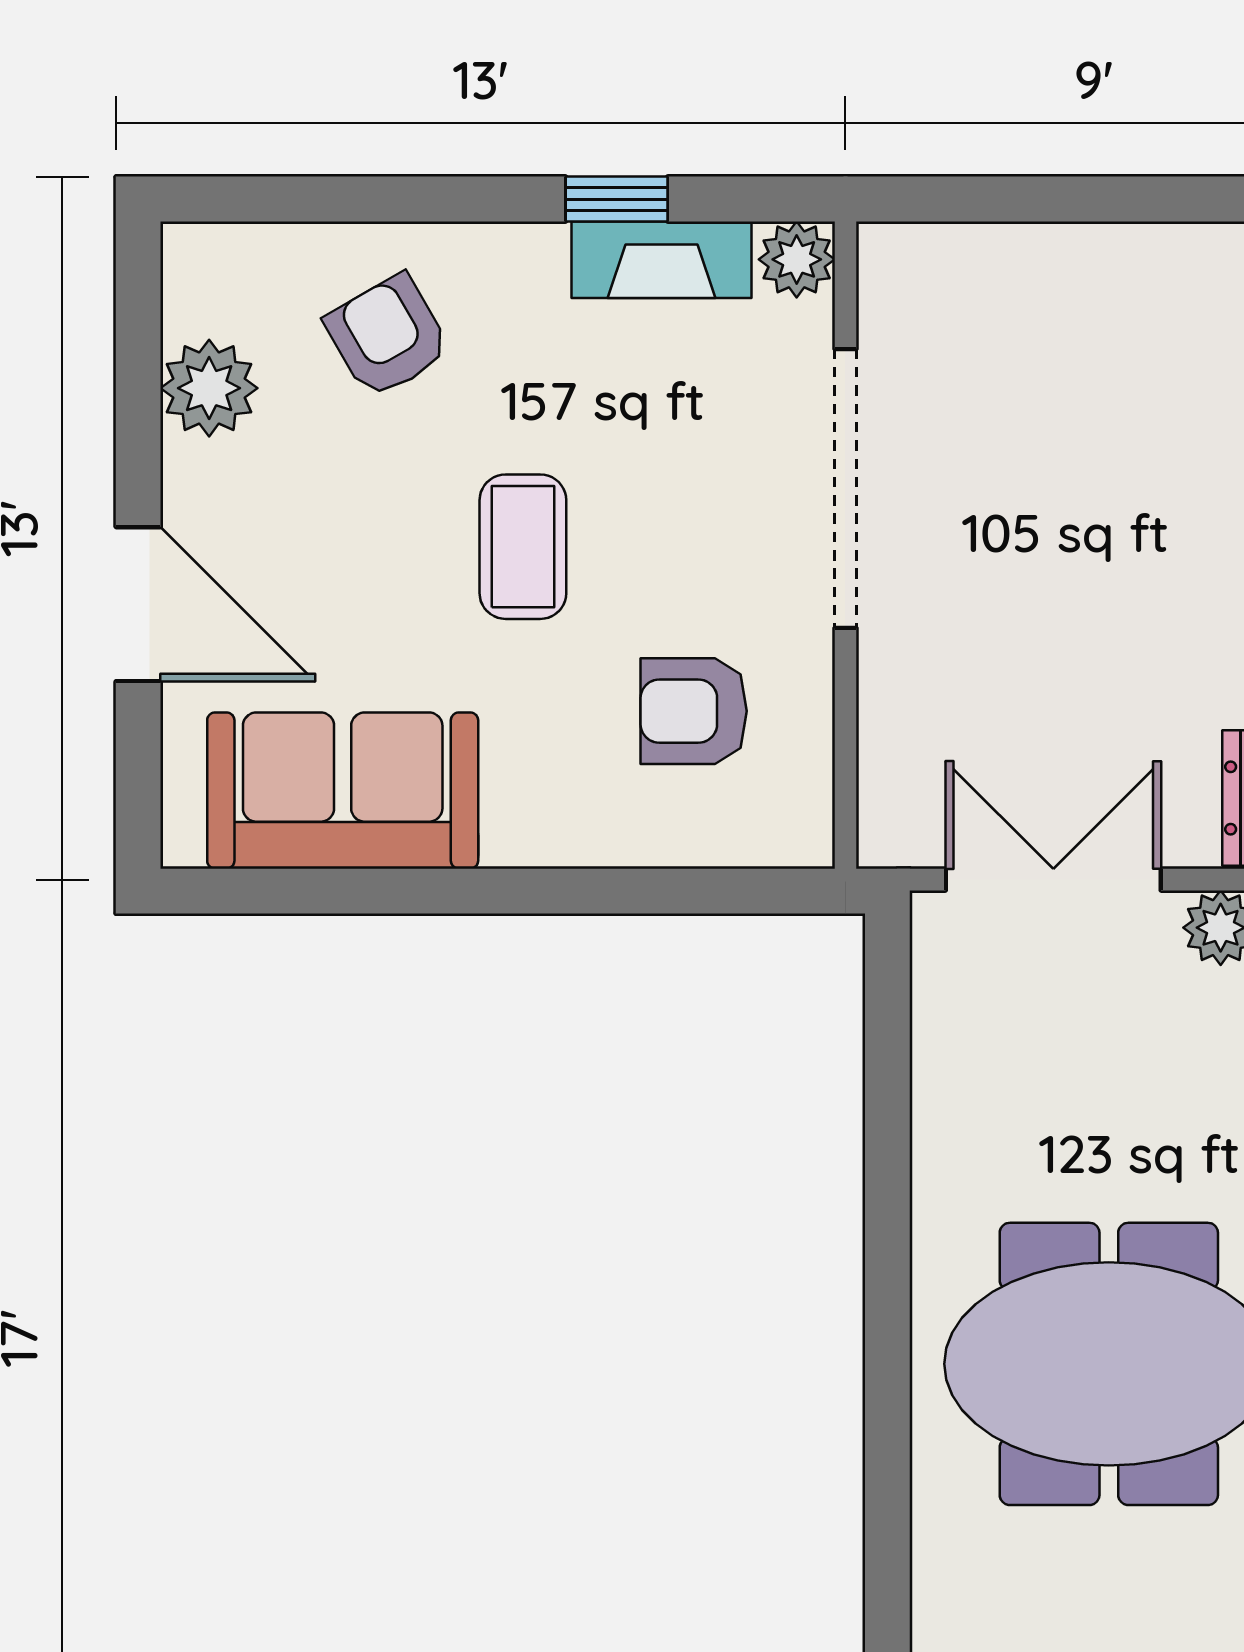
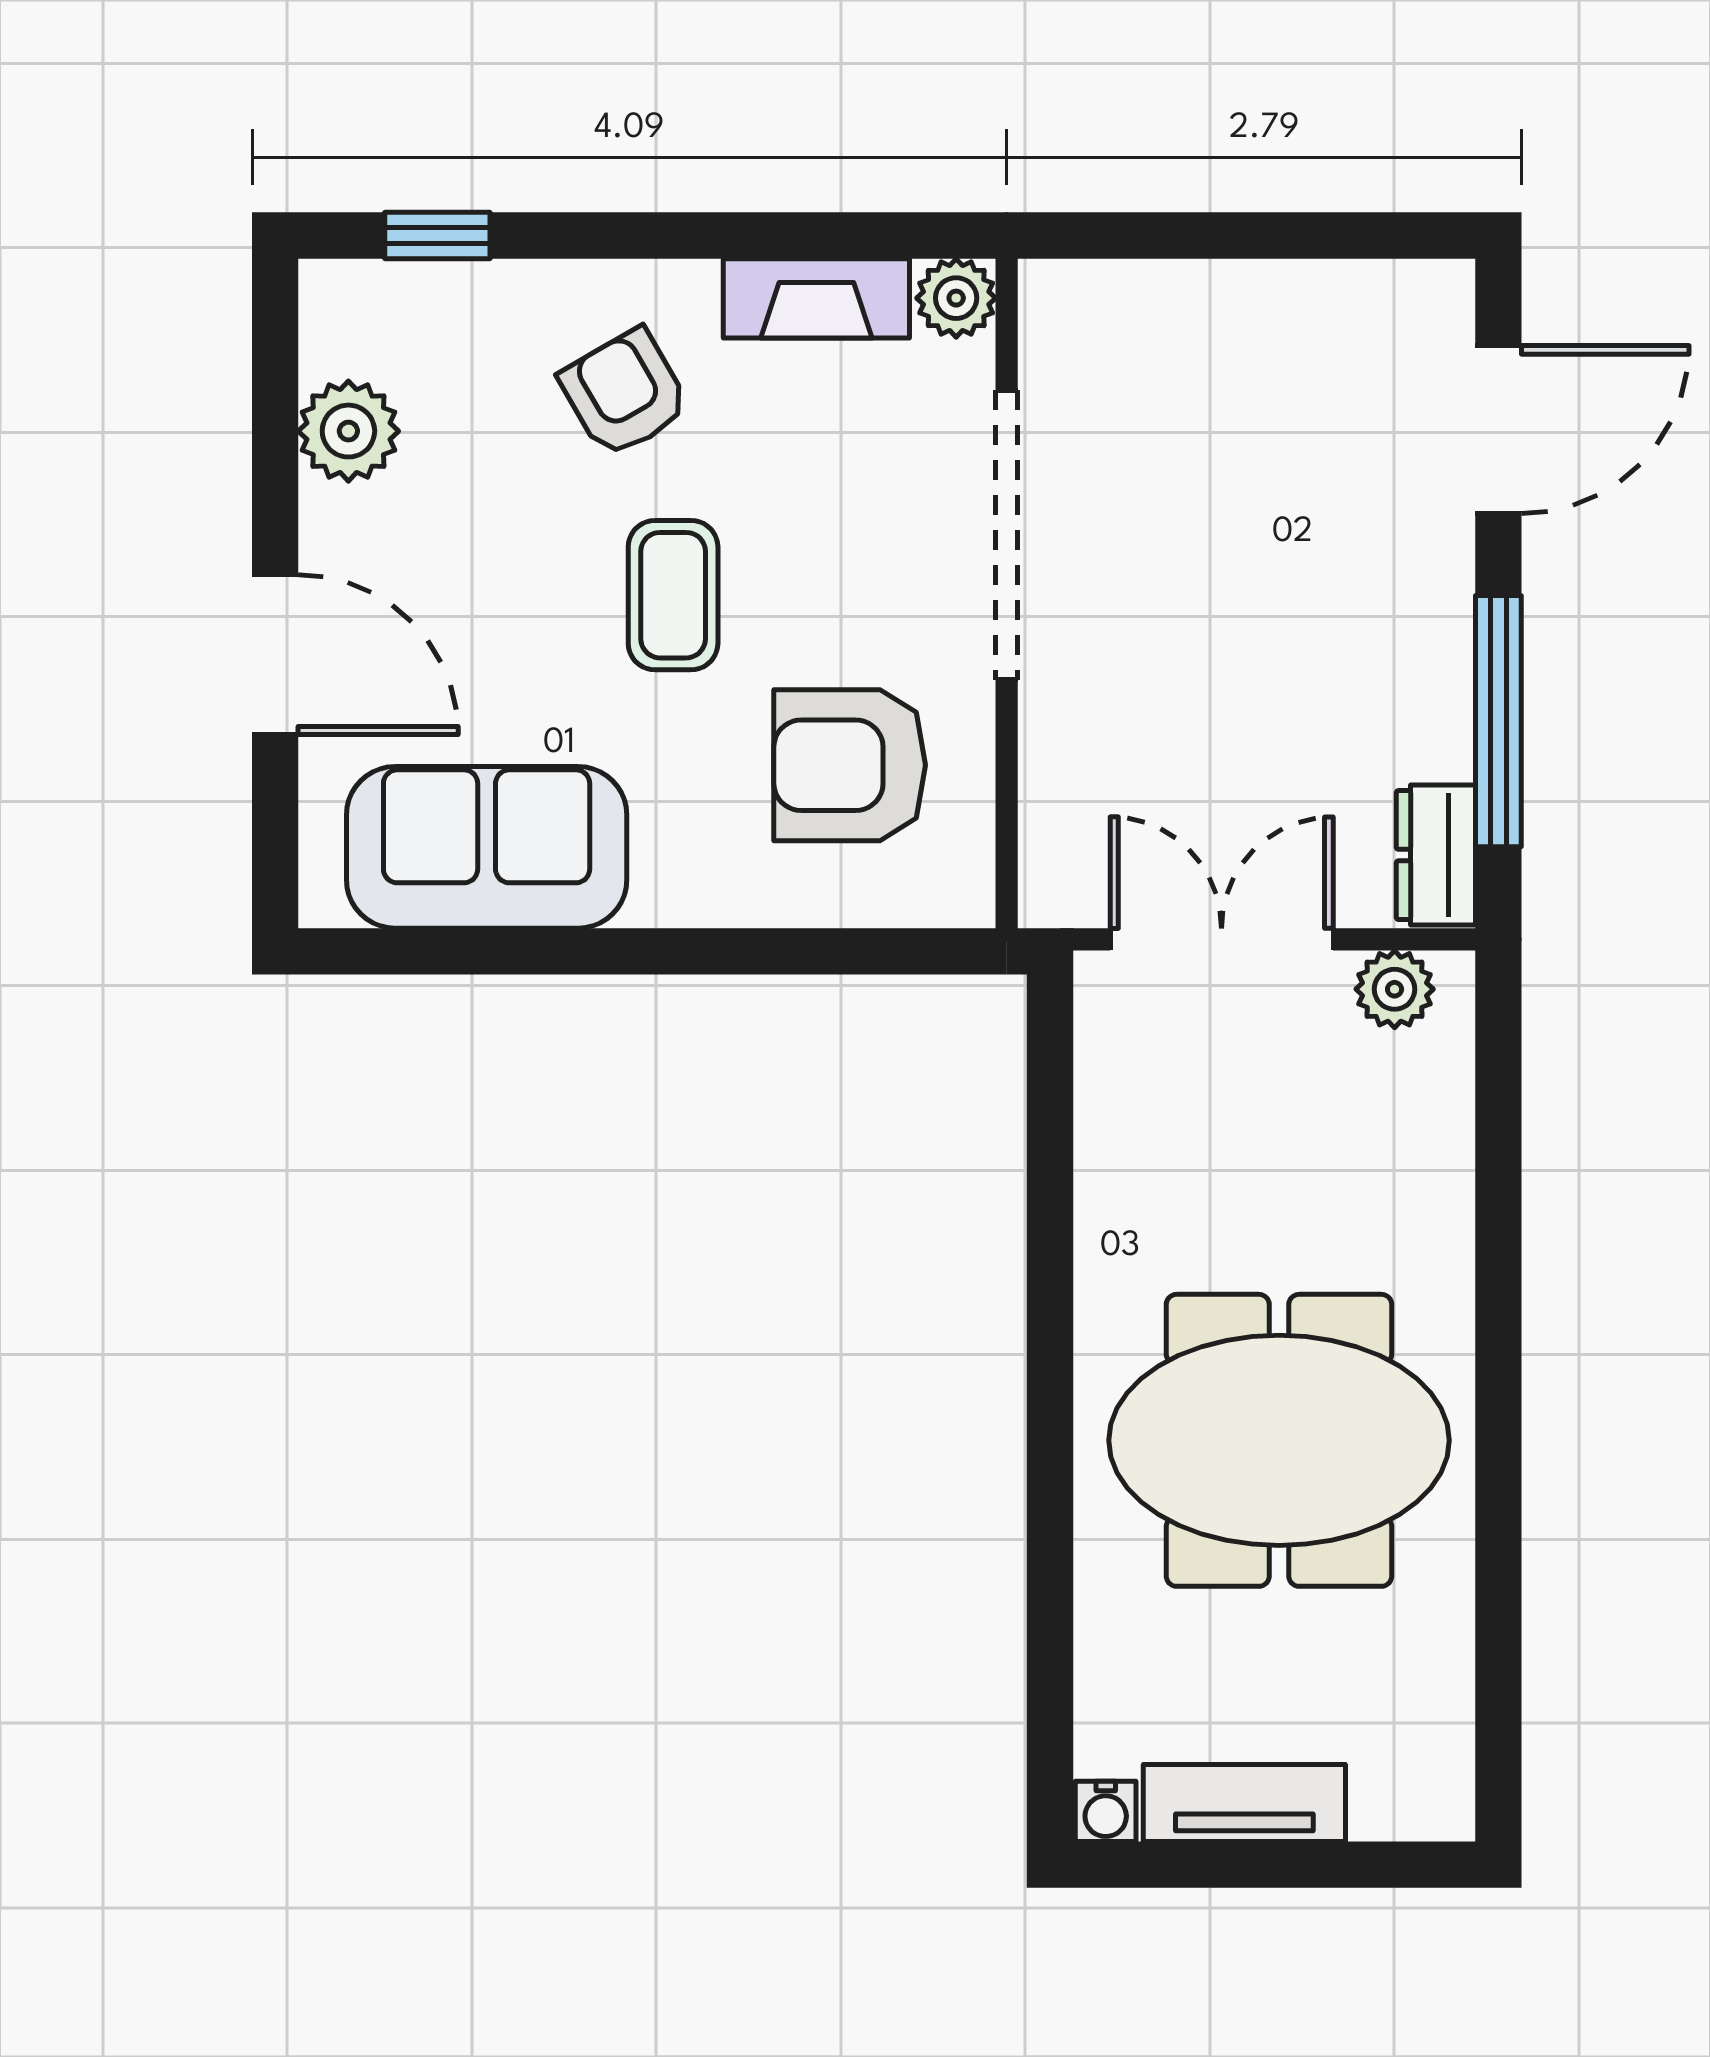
window: (617, 199) -> (437, 236), moved
armchair: (388, 336) -> (625, 393), moved
armchair: (694, 711) -> (850, 765), width x1.38, depth x1.38

